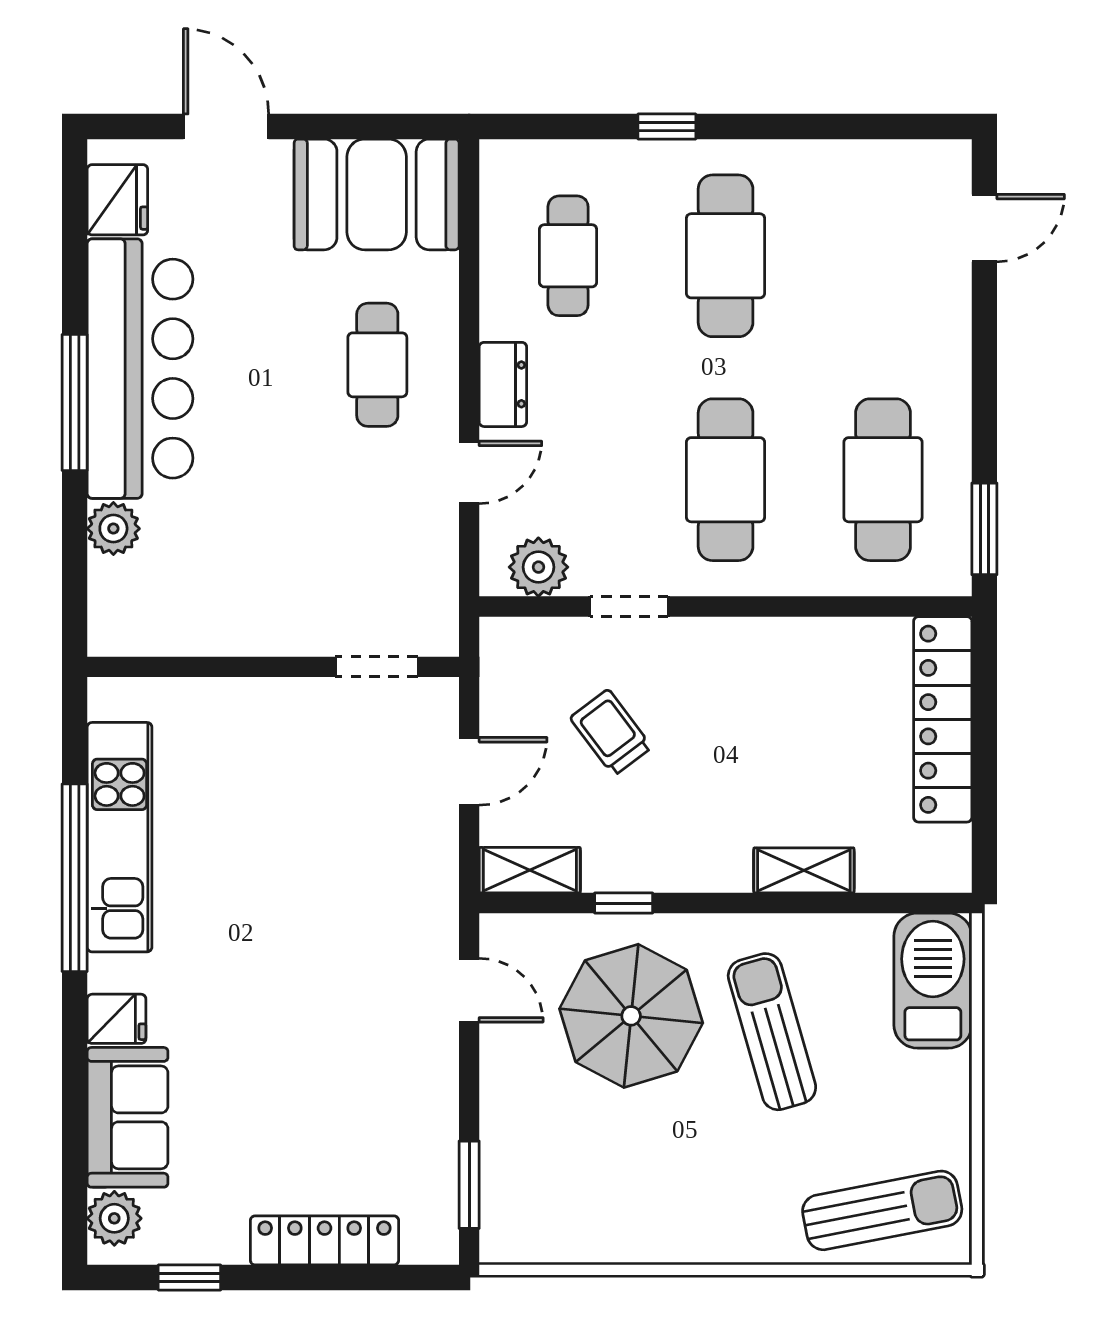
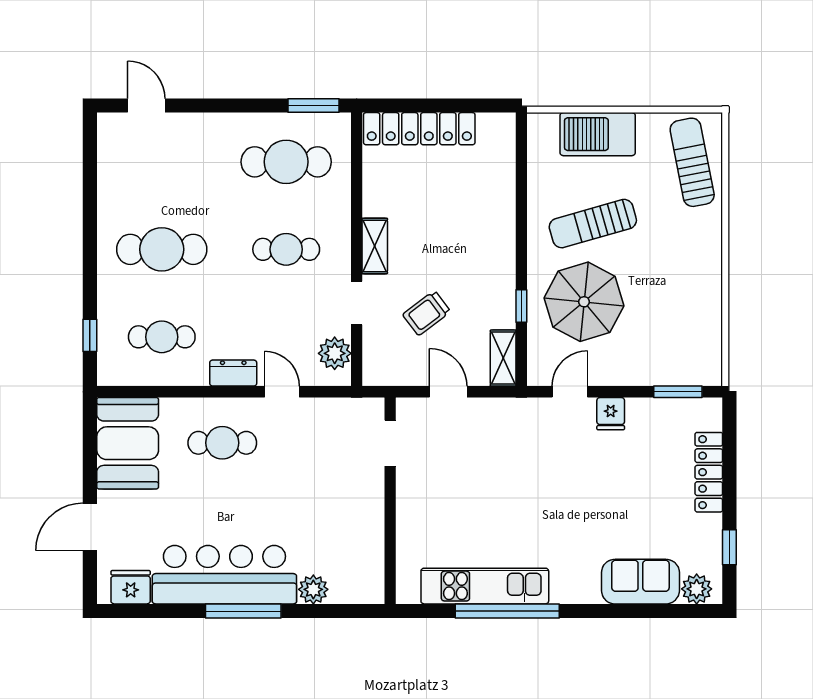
window: (667, 126) -> (90, 335), moved
cafe table: (726, 480) -> (286, 249), width x0.73, depth x0.74
shelving: (804, 870) -> (375, 246), moved
barbecue: (933, 981) -> (598, 134), moved
fridge: (117, 1019) -> (611, 414), moved, turned 180

